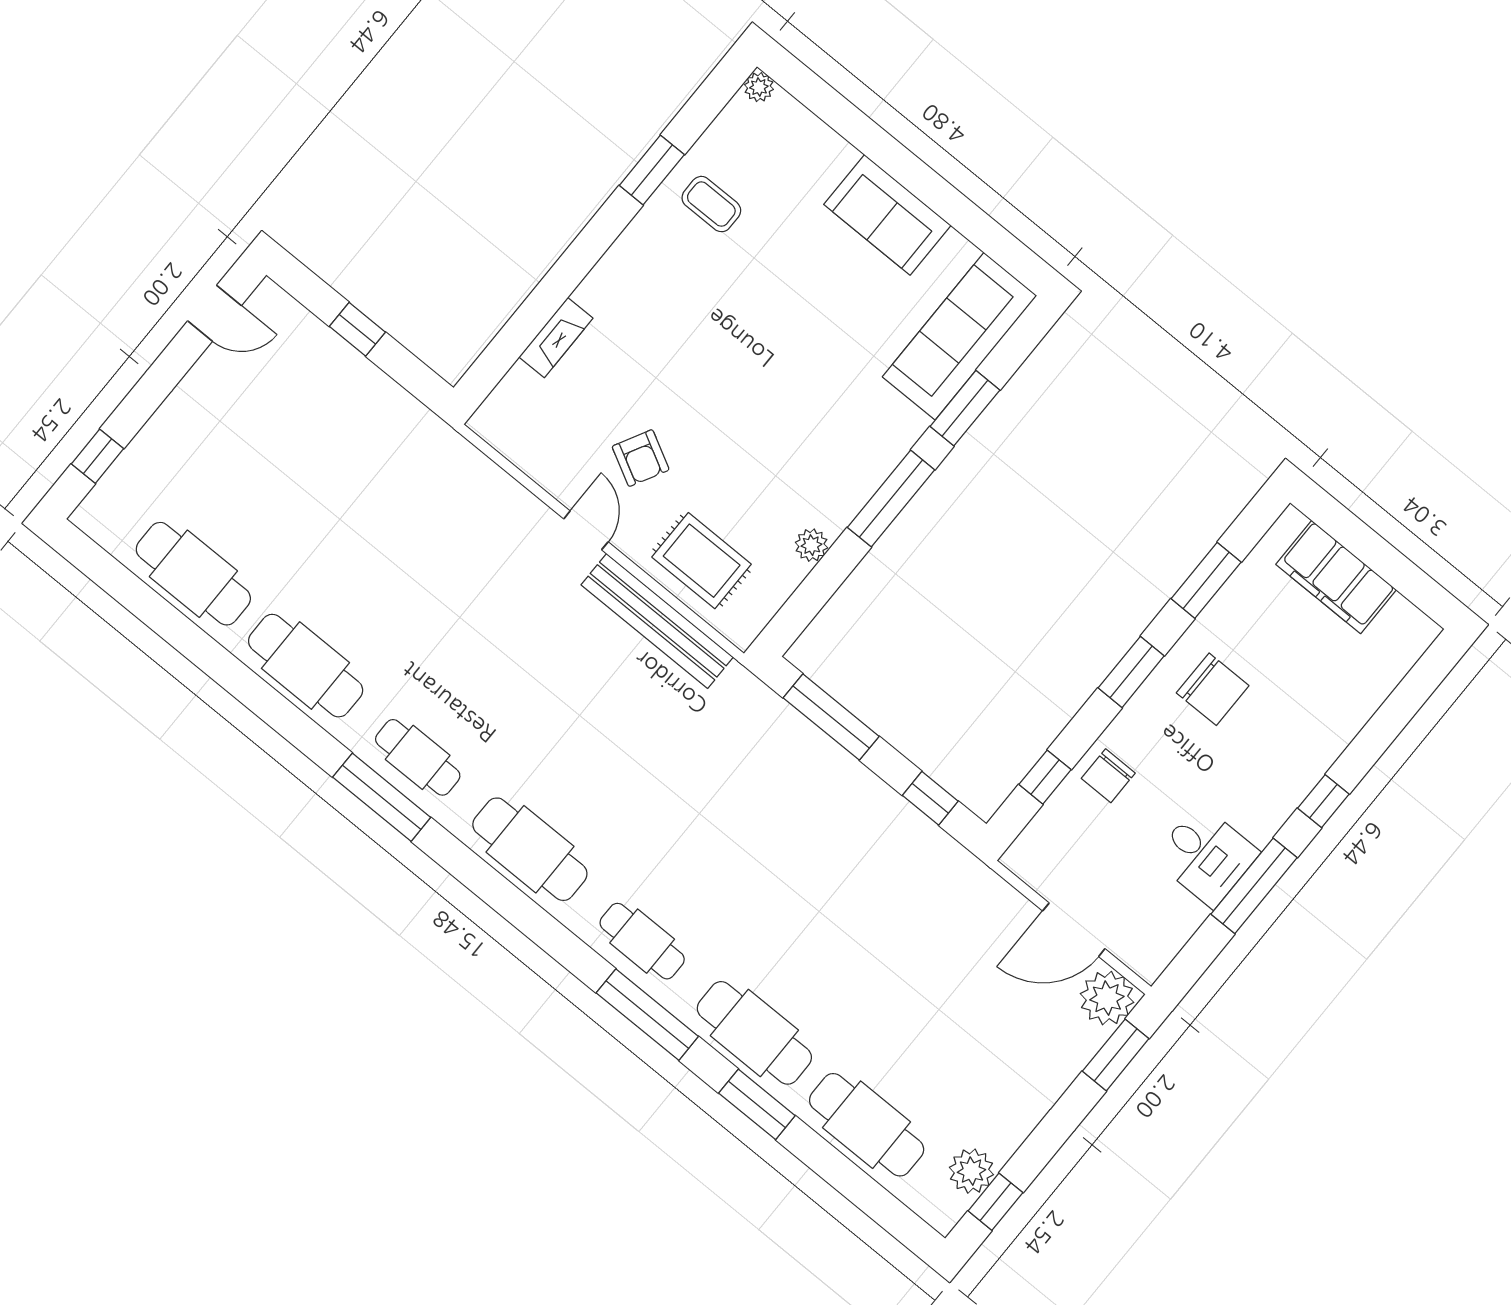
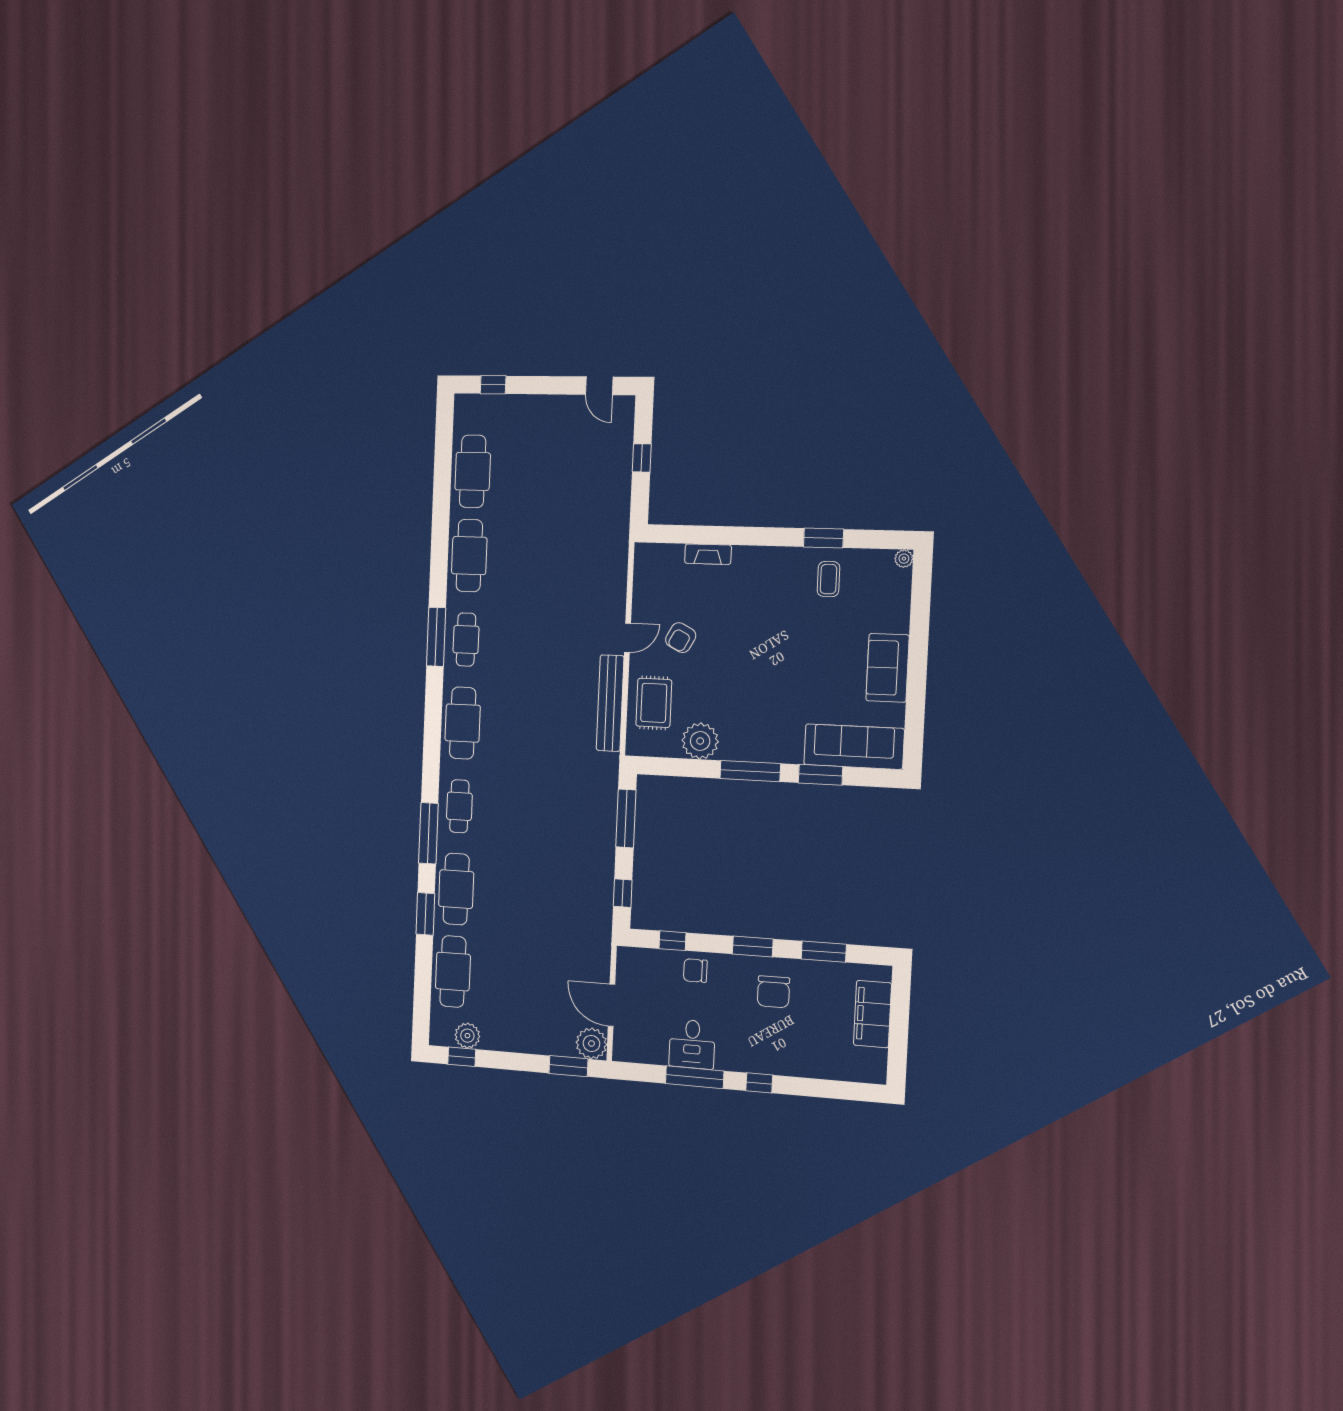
plant: (811, 545) -> (700, 741), width x1.88, depth x1.88

